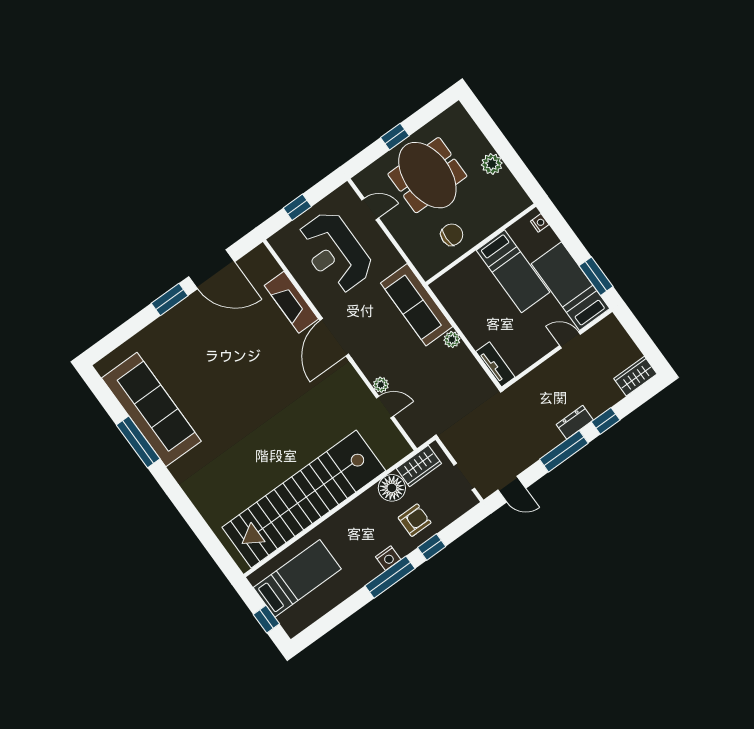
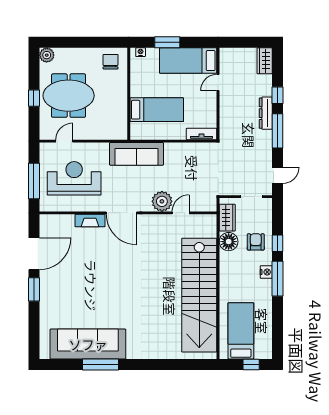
plant: (492, 164) -> (47, 55), moved
window: (297, 207) -> (34, 181), width x2.17
chair: (452, 235) -> (111, 62), moved
reception desk: (335, 252) -> (74, 178), turned 180
bed: (513, 271) -> (157, 110), moved
window: (596, 276) -> (167, 42), moved
fireplace: (291, 302) -> (90, 221), width x0.73, depth x0.76
plant: (452, 339) -> (170, 148), removed
plant: (381, 385) -> (162, 201), width x1.88, depth x1.88
dresser: (575, 422) -> (266, 113), width x1.44

